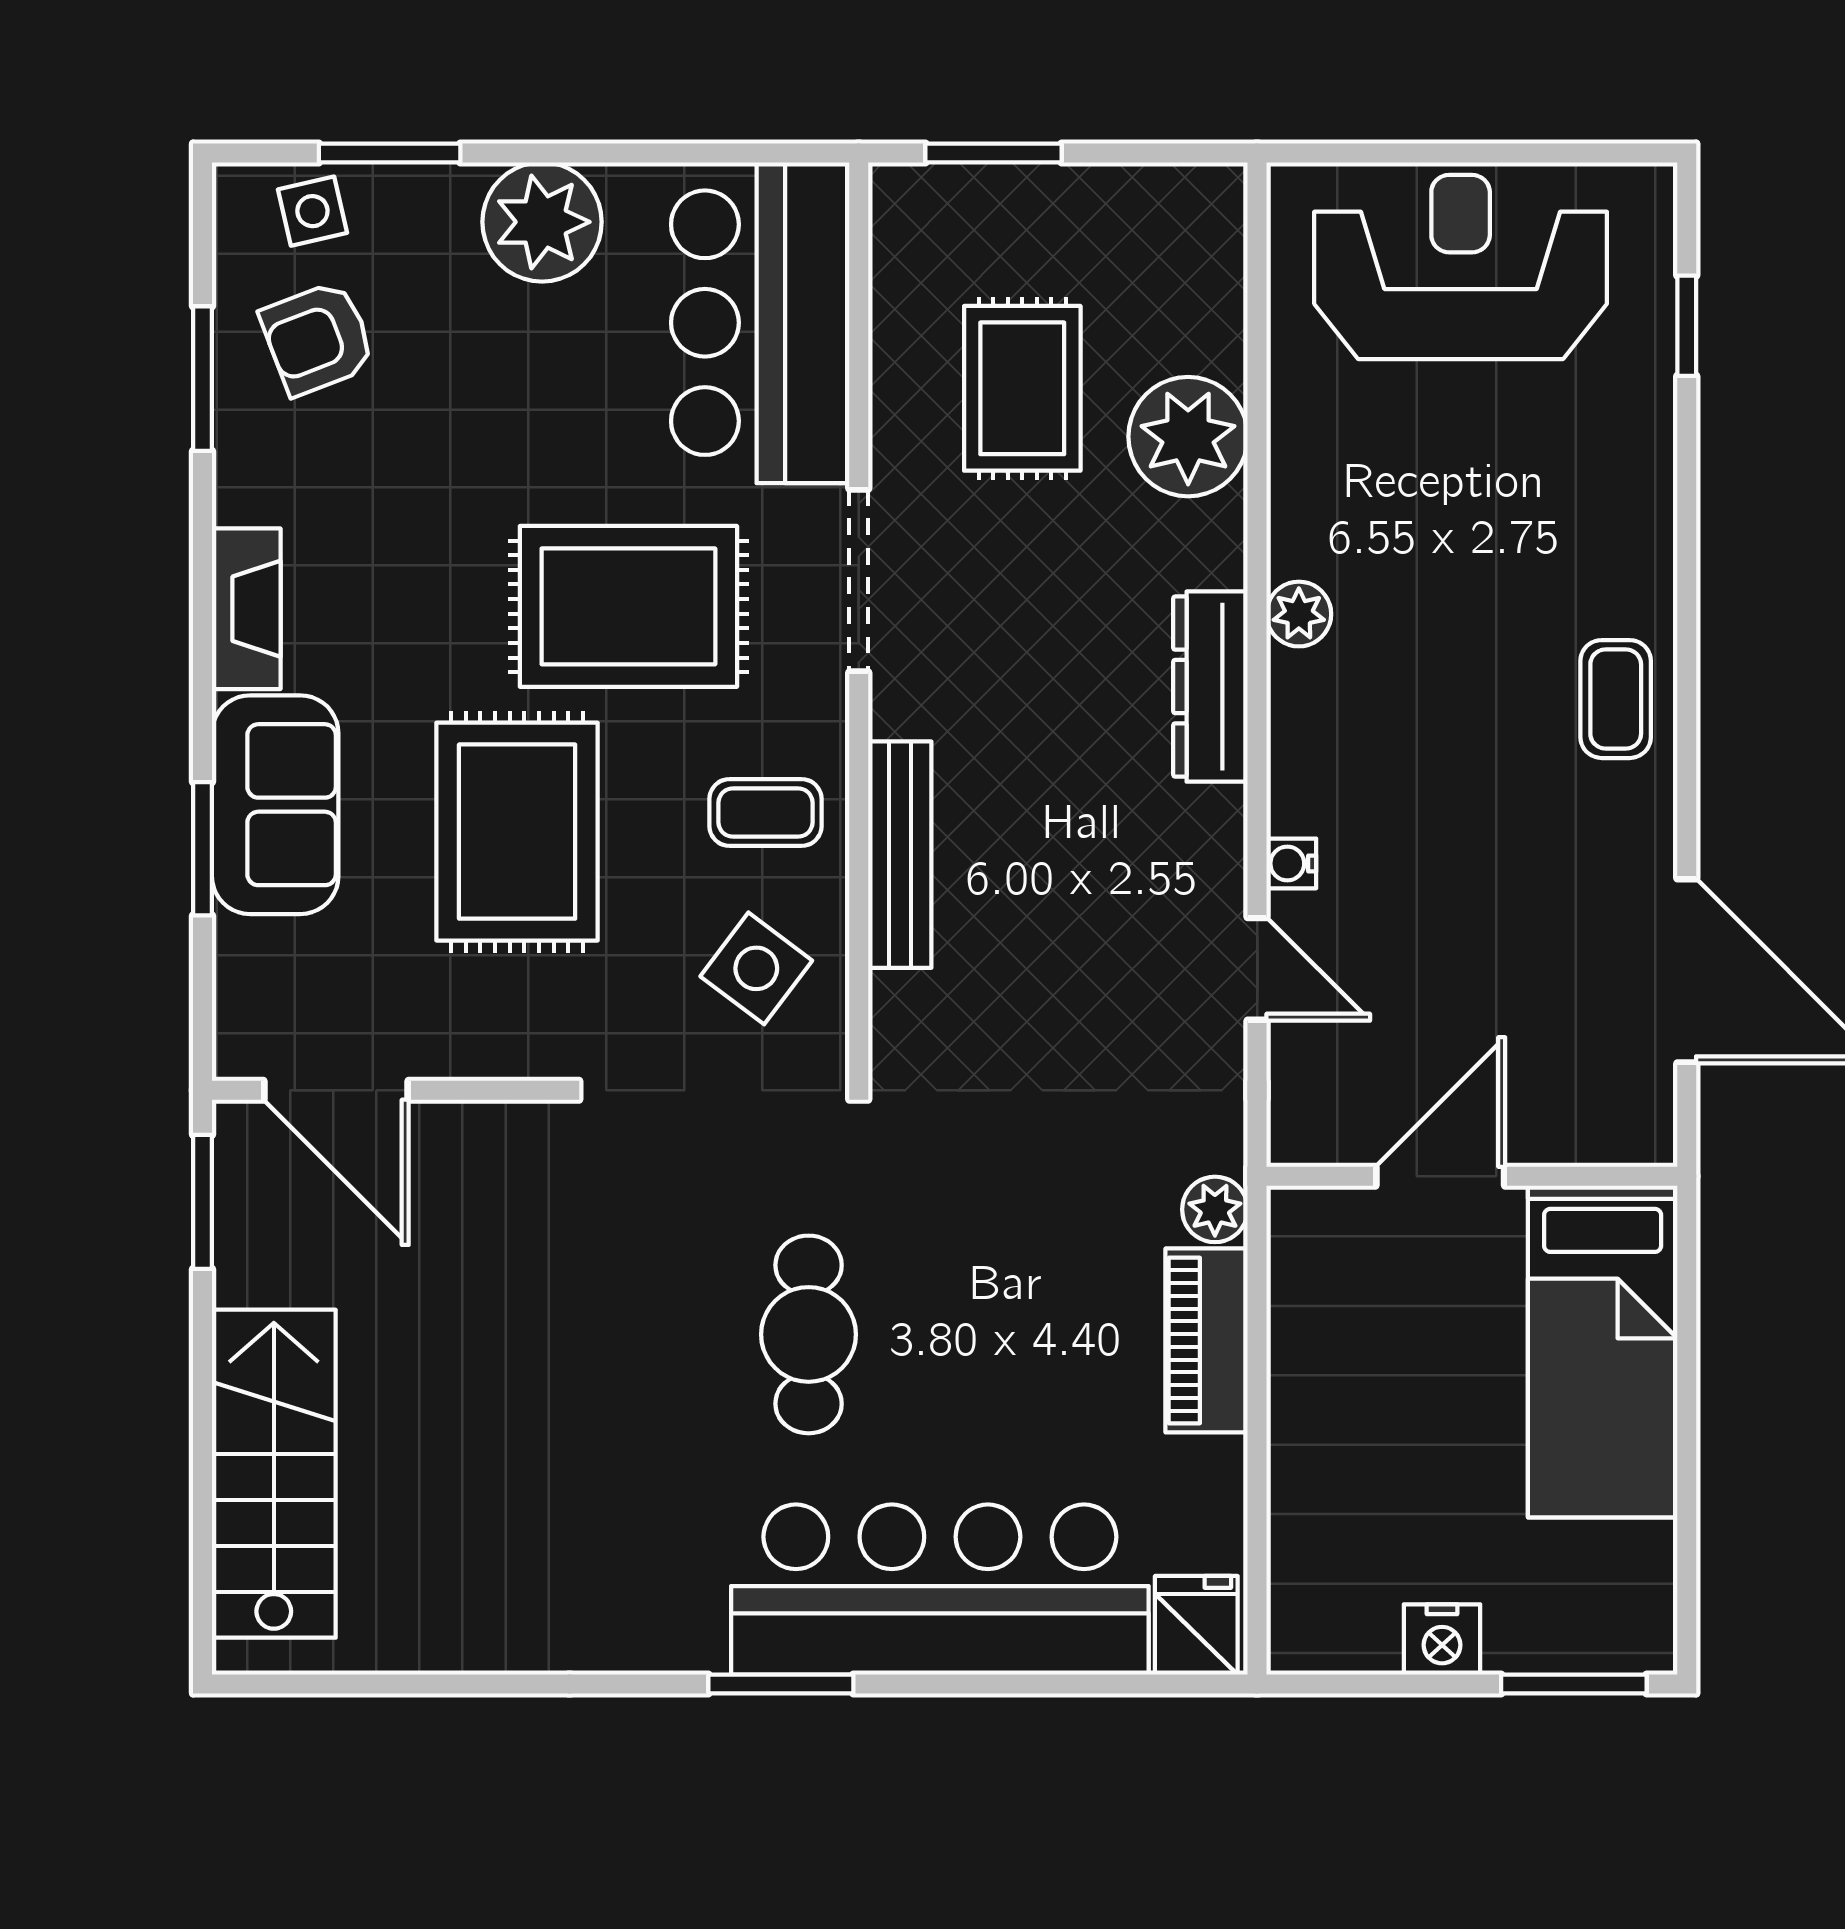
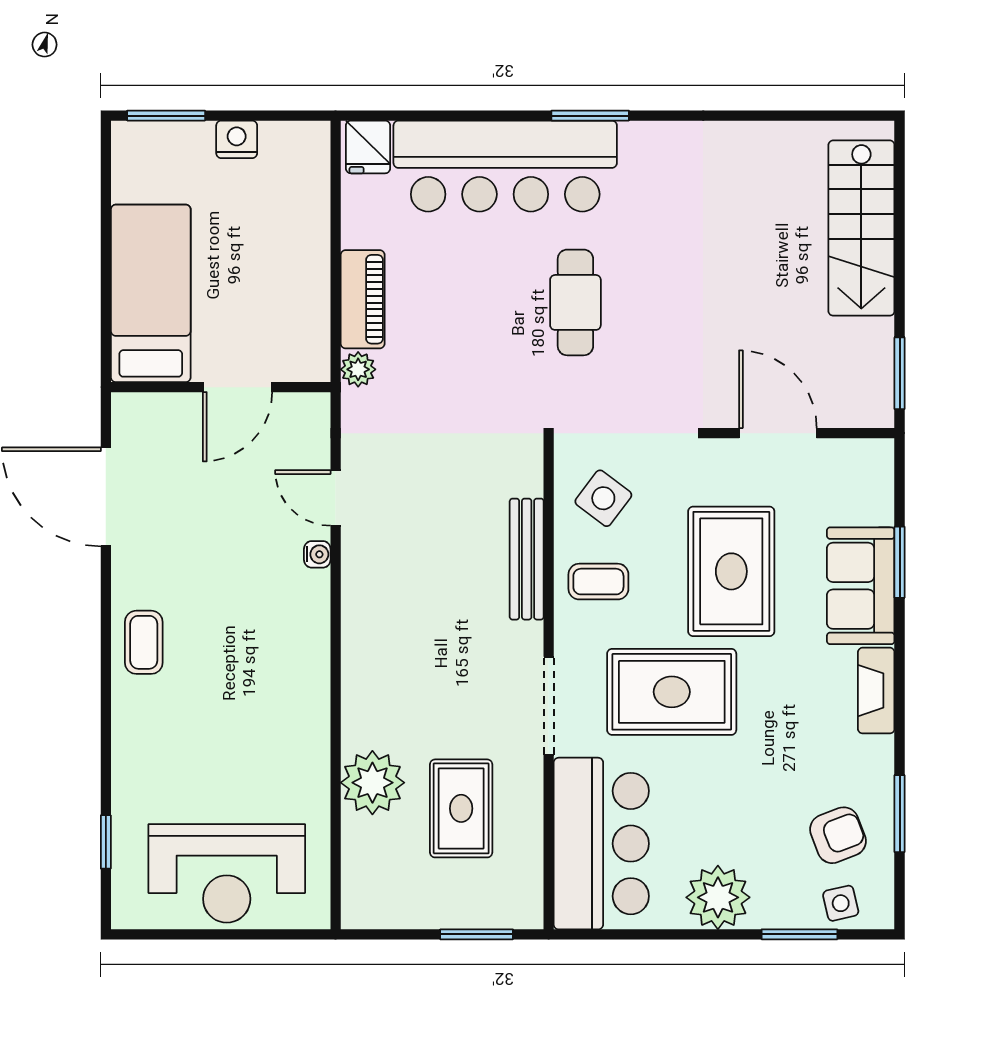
plant: (1299, 614) -> (313, 688), removed
dresser: (1210, 687) -> (360, 649), removed
door: (336, 1090) -> (778, 433), moved

